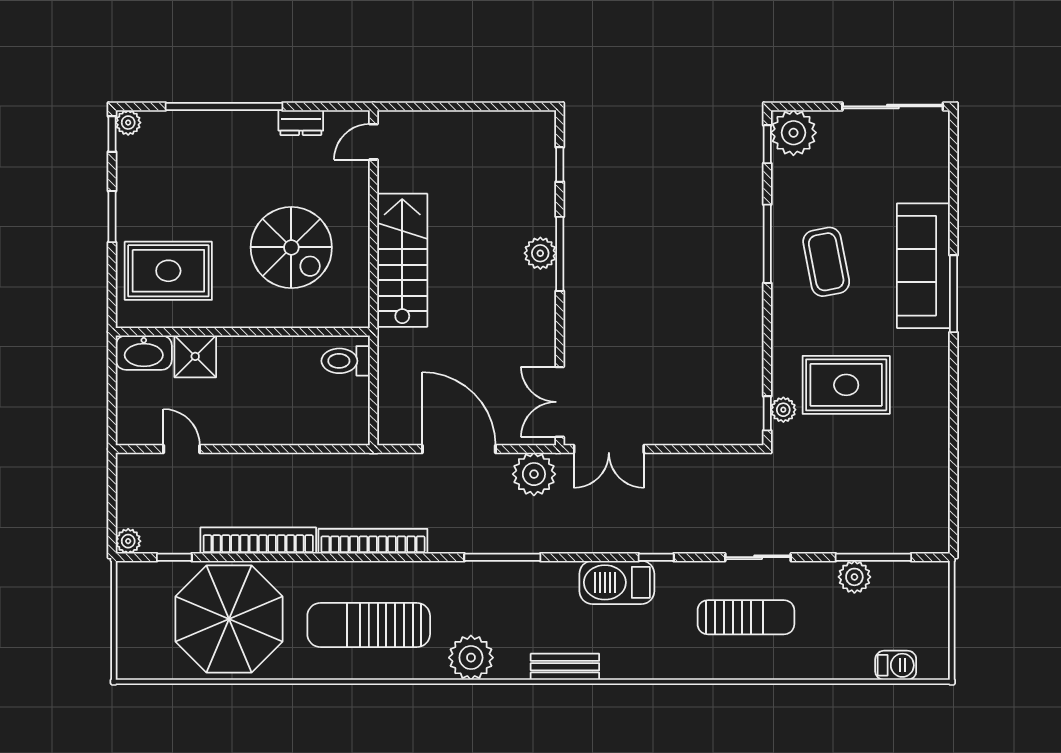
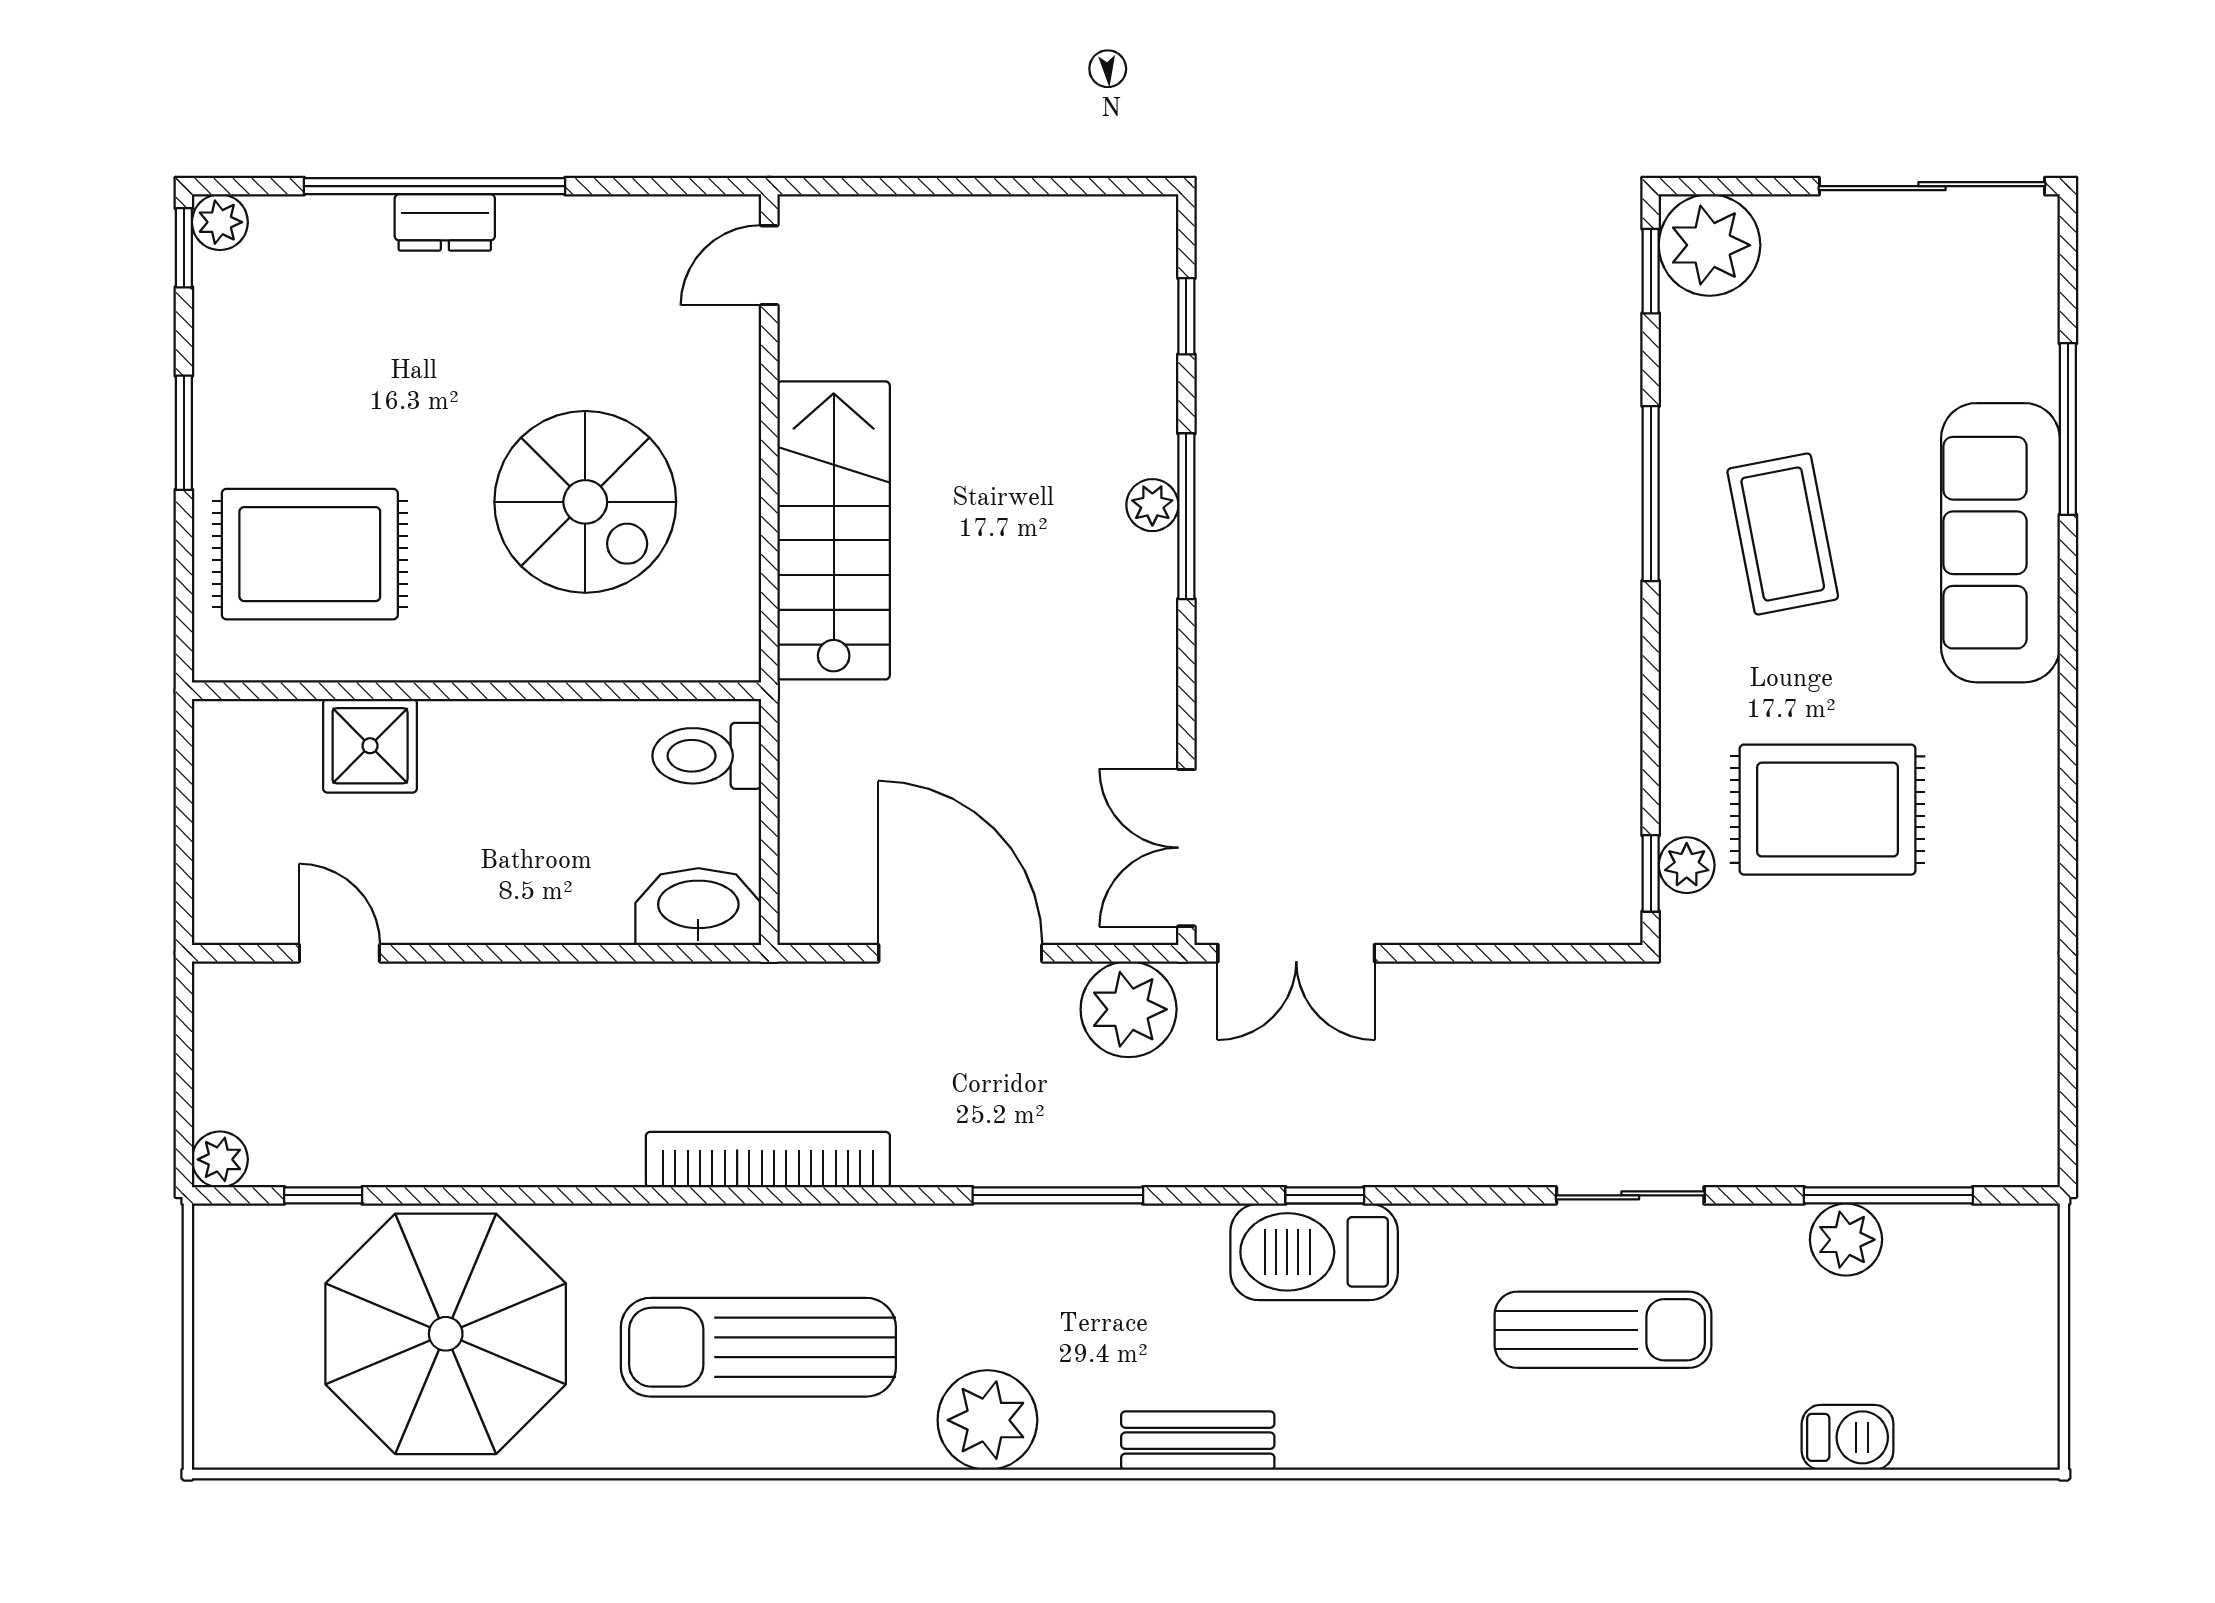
dresser: (301, 123) -> (445, 222), moved
plant: (540, 253) -> (1152, 505), width x0.73, depth x0.73
window: (954, 294) -> (2068, 429), moved
washbasin: (144, 353) -> (698, 907), moved, turned 180
bookcase: (258, 540) -> (511, 1158), removed
window: (656, 557) -> (1325, 1195), moved
barbecue: (896, 665) -> (1848, 1437), moved

